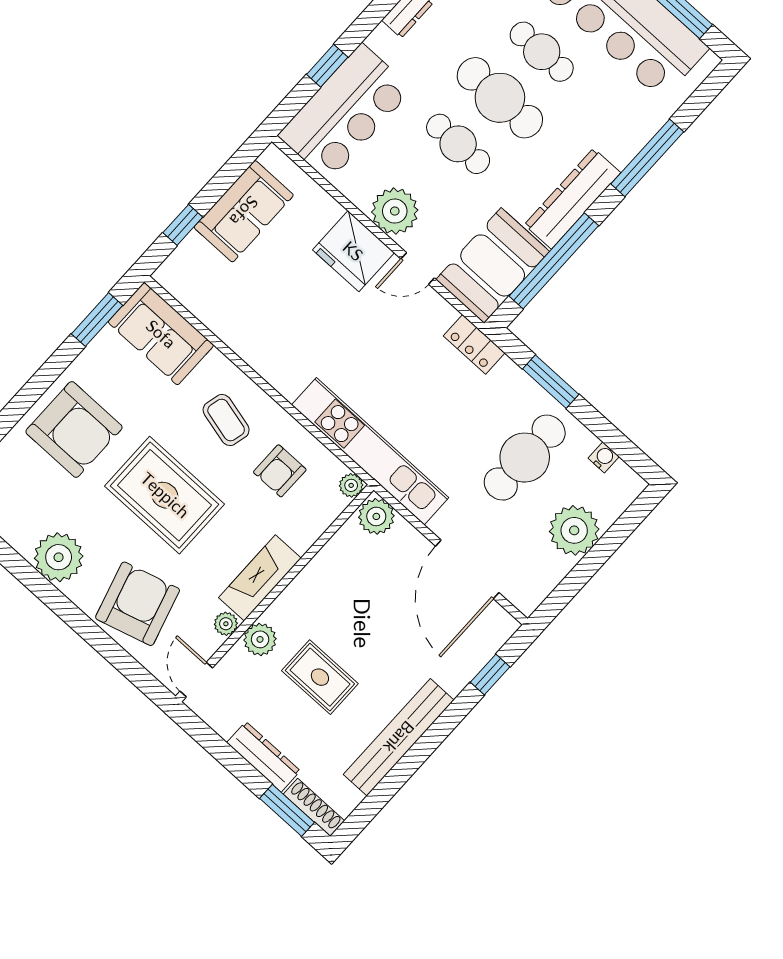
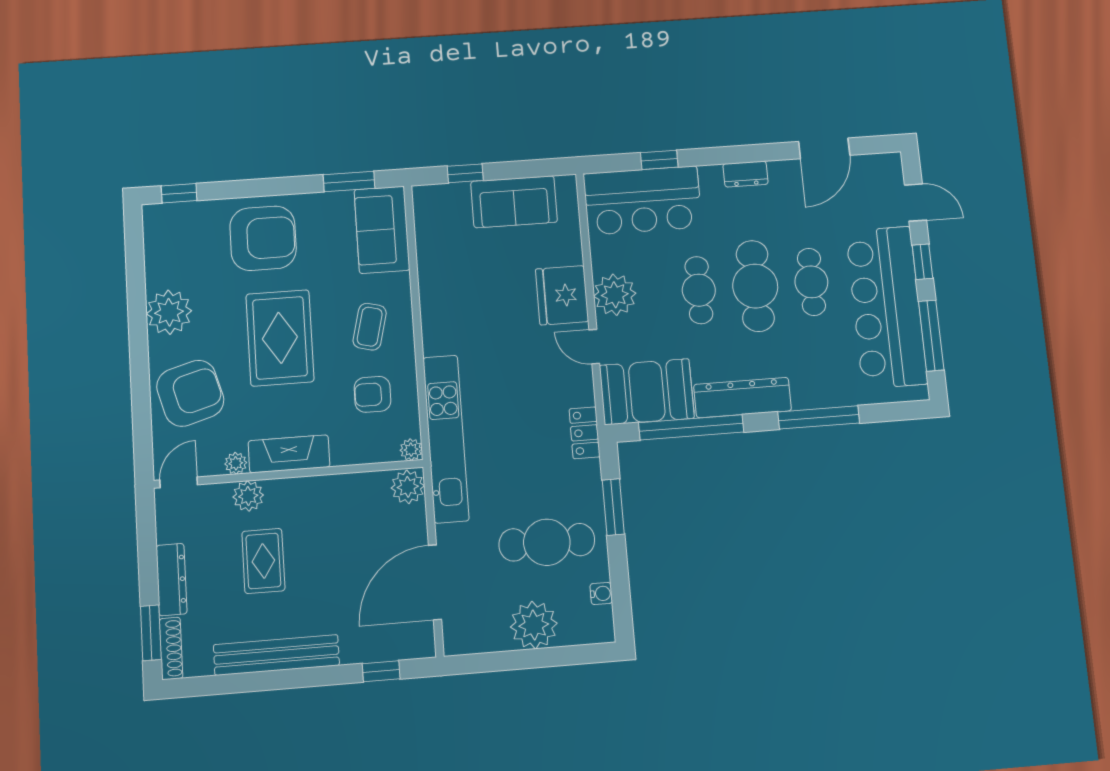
armchair: (74, 430) -> (263, 238), turned -90

